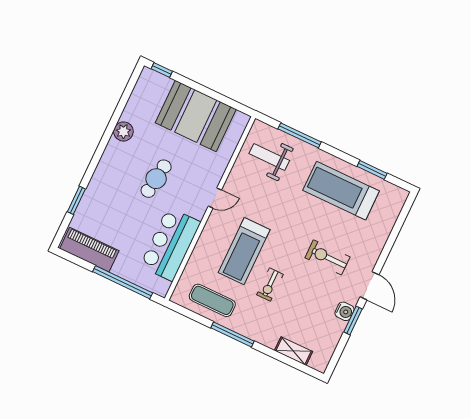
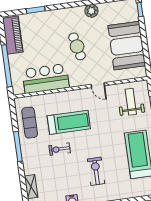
cafe table: (156, 179) -> (77, 46), turned 69
door: (215, 198) -> (98, 85), moved
treadmill: (244, 251) -> (69, 122), turned 180

